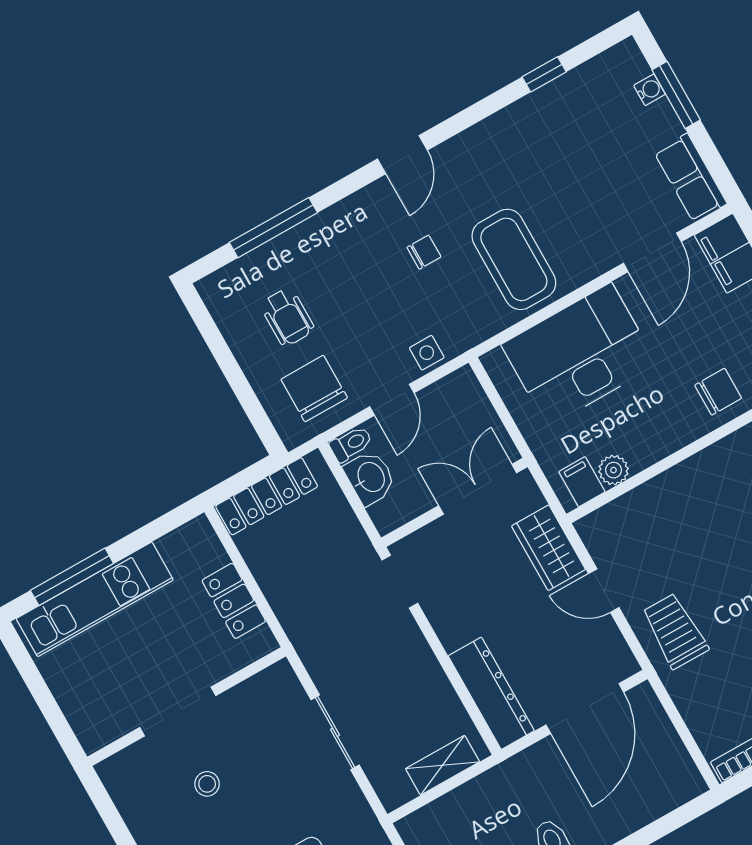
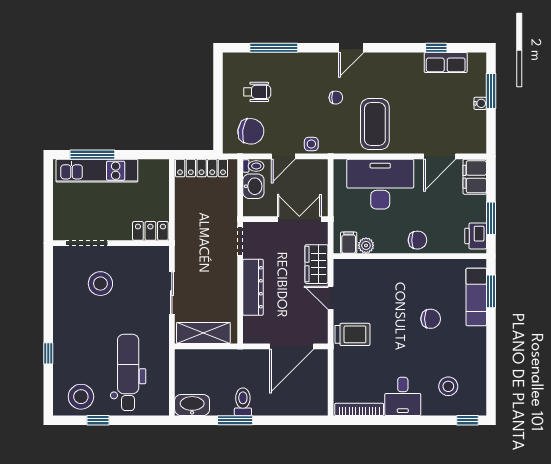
water cooler: (650, 90) -> (480, 103), moved
row of seats: (690, 178) -> (446, 62), moved, turned -90
wheelchair: (287, 317) -> (257, 92), turned -90
chair: (314, 389) -> (251, 131), turned 98
chair: (718, 392) -> (417, 240), moved
locker: (234, 601) -> (150, 231), moved, turned 90
trolley: (675, 631) -> (353, 334), turned 90
dresser: (491, 693) -> (253, 287), moved
doorway: (178, 712) -> (87, 243), moved
shelving: (443, 765) -> (203, 333), width x1.50, depth x1.33
stool: (207, 784) -> (100, 284), width x1.89, depth x1.89

